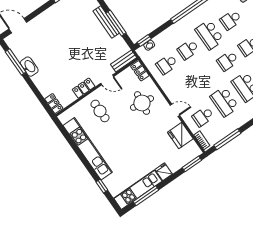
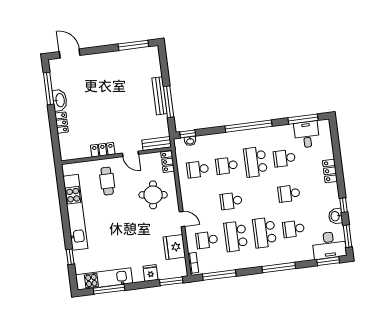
school desk: (228, 61) -> (231, 201), moved
locker: (54, 104) -> (62, 123), moved
fridge: (164, 172) -> (150, 273), moved

